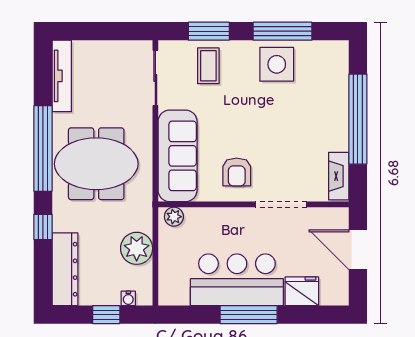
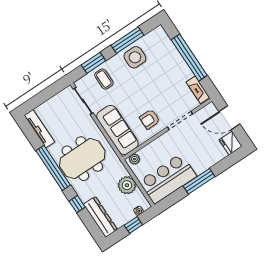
armchair: (237, 172) -> (150, 119), turned 90
bar counter: (237, 280) -> (168, 179), moved
fridge: (302, 291) -> (231, 143), moved, turned -90

